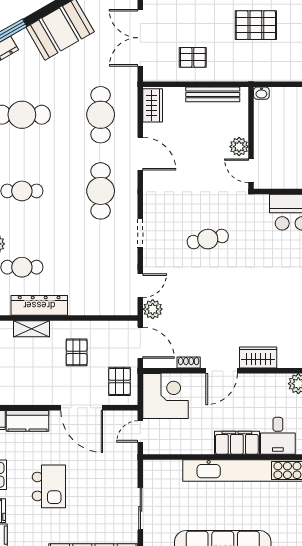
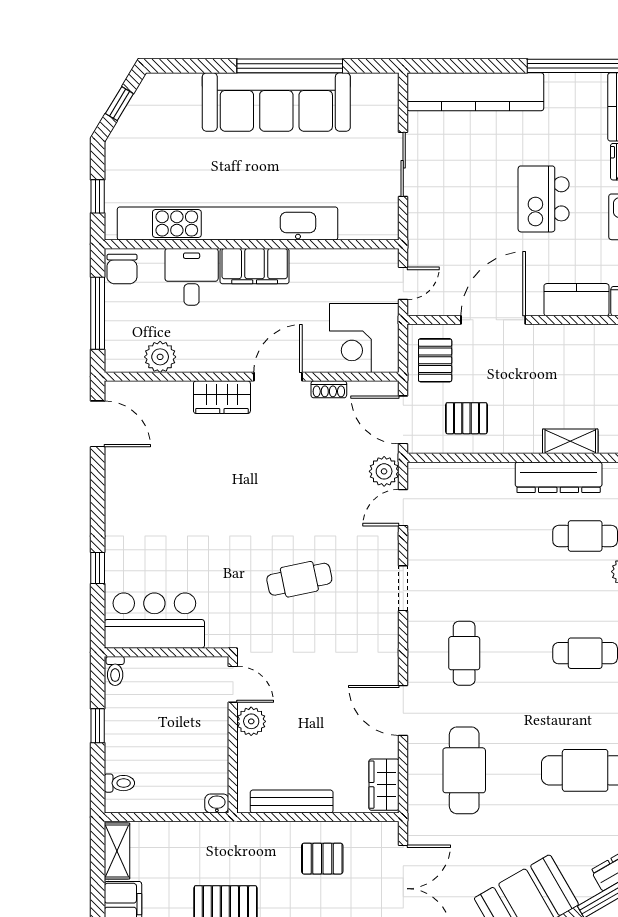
cafe table: (101, 191) -> (464, 653), width x0.73, depth x0.74
pallet: (77, 352) -> (466, 418), moved, turned 90
door: (82, 408) -> (493, 320), hinge flipped

